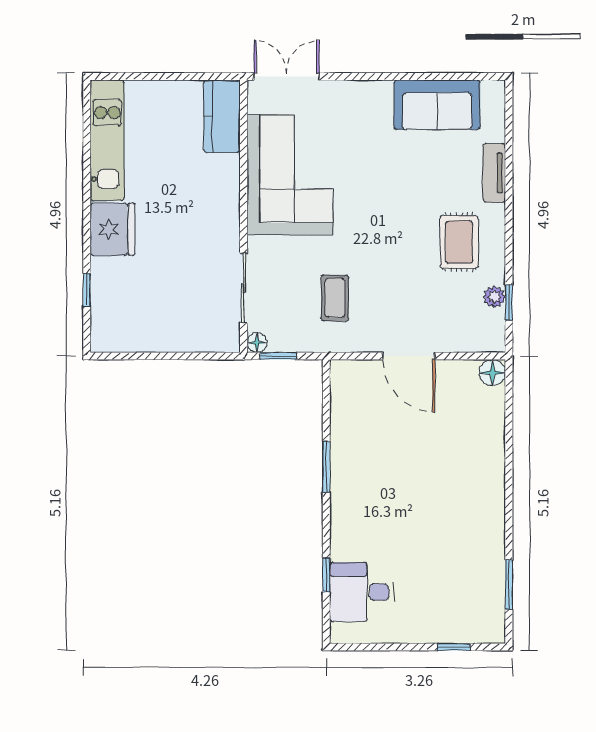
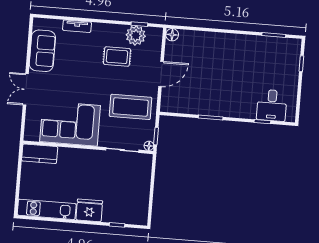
double door: (287, 77) -> (26, 89), moved
rug: (459, 242) -> (117, 57), moved
plant: (494, 297) -> (136, 35), width x1.88, depth x1.88
coffee table: (335, 298) -> (131, 107), width x1.86, depth x1.72

